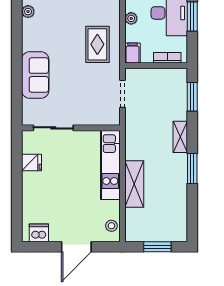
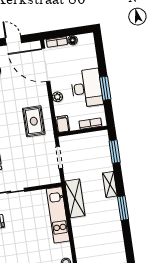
shelving: (134, 184) -> (75, 198), moved

